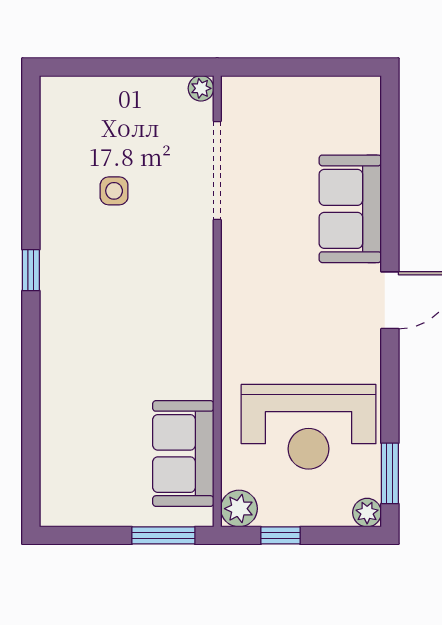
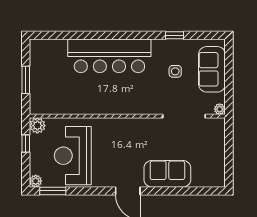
window: (31, 270) -> (175, 35), moved
bar counter: (78, 342) -> (109, 56), added
sofa: (183, 453) -> (212, 69), moved, turned -90
window: (163, 535) -> (26, 80), moved

